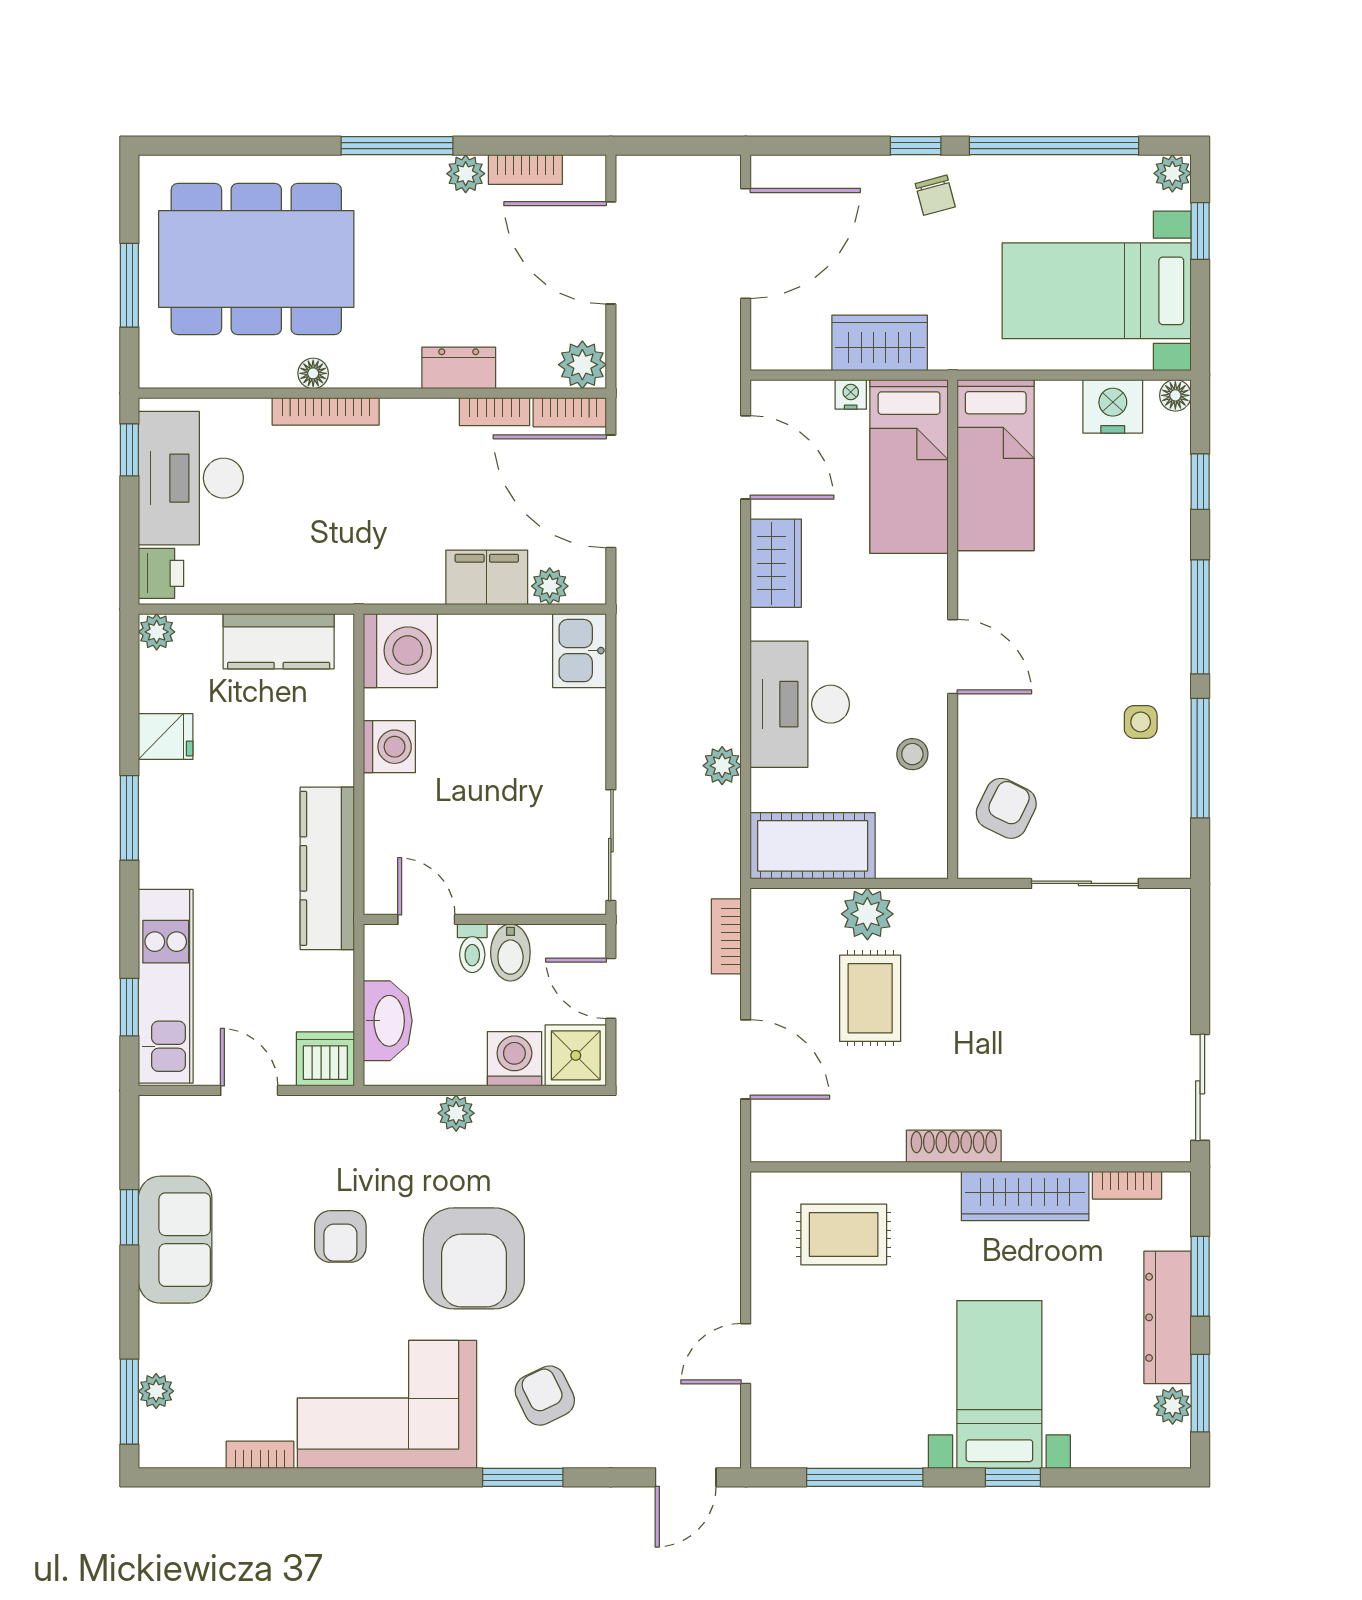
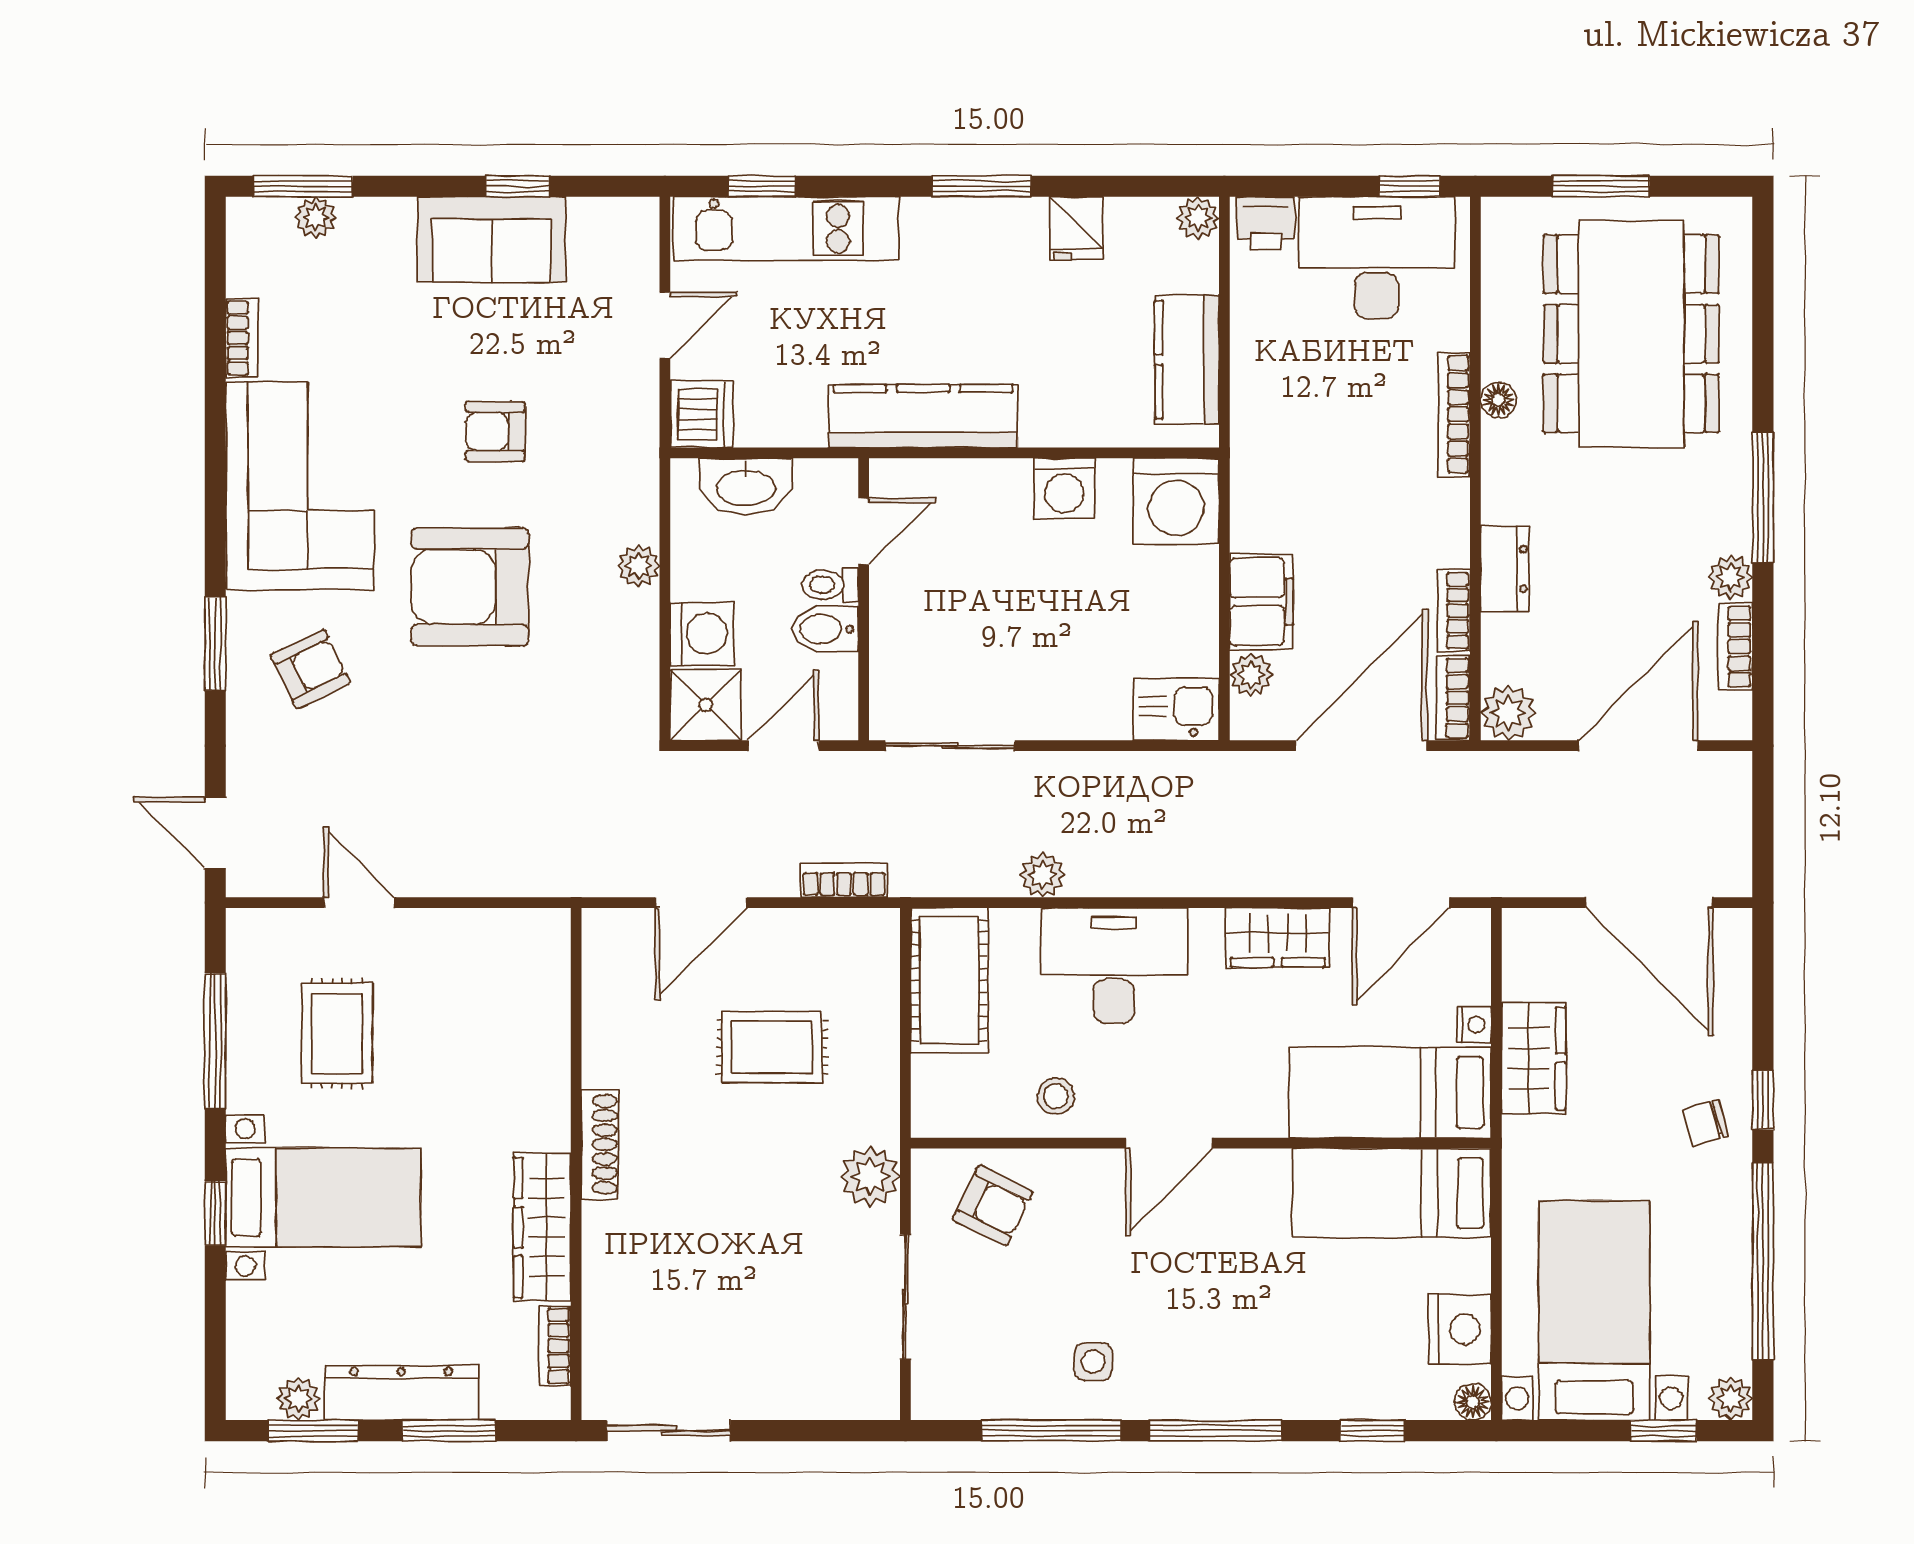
plant: (867, 914) -> (870, 1176), moved
rug: (844, 1234) -> (337, 1033), moved

